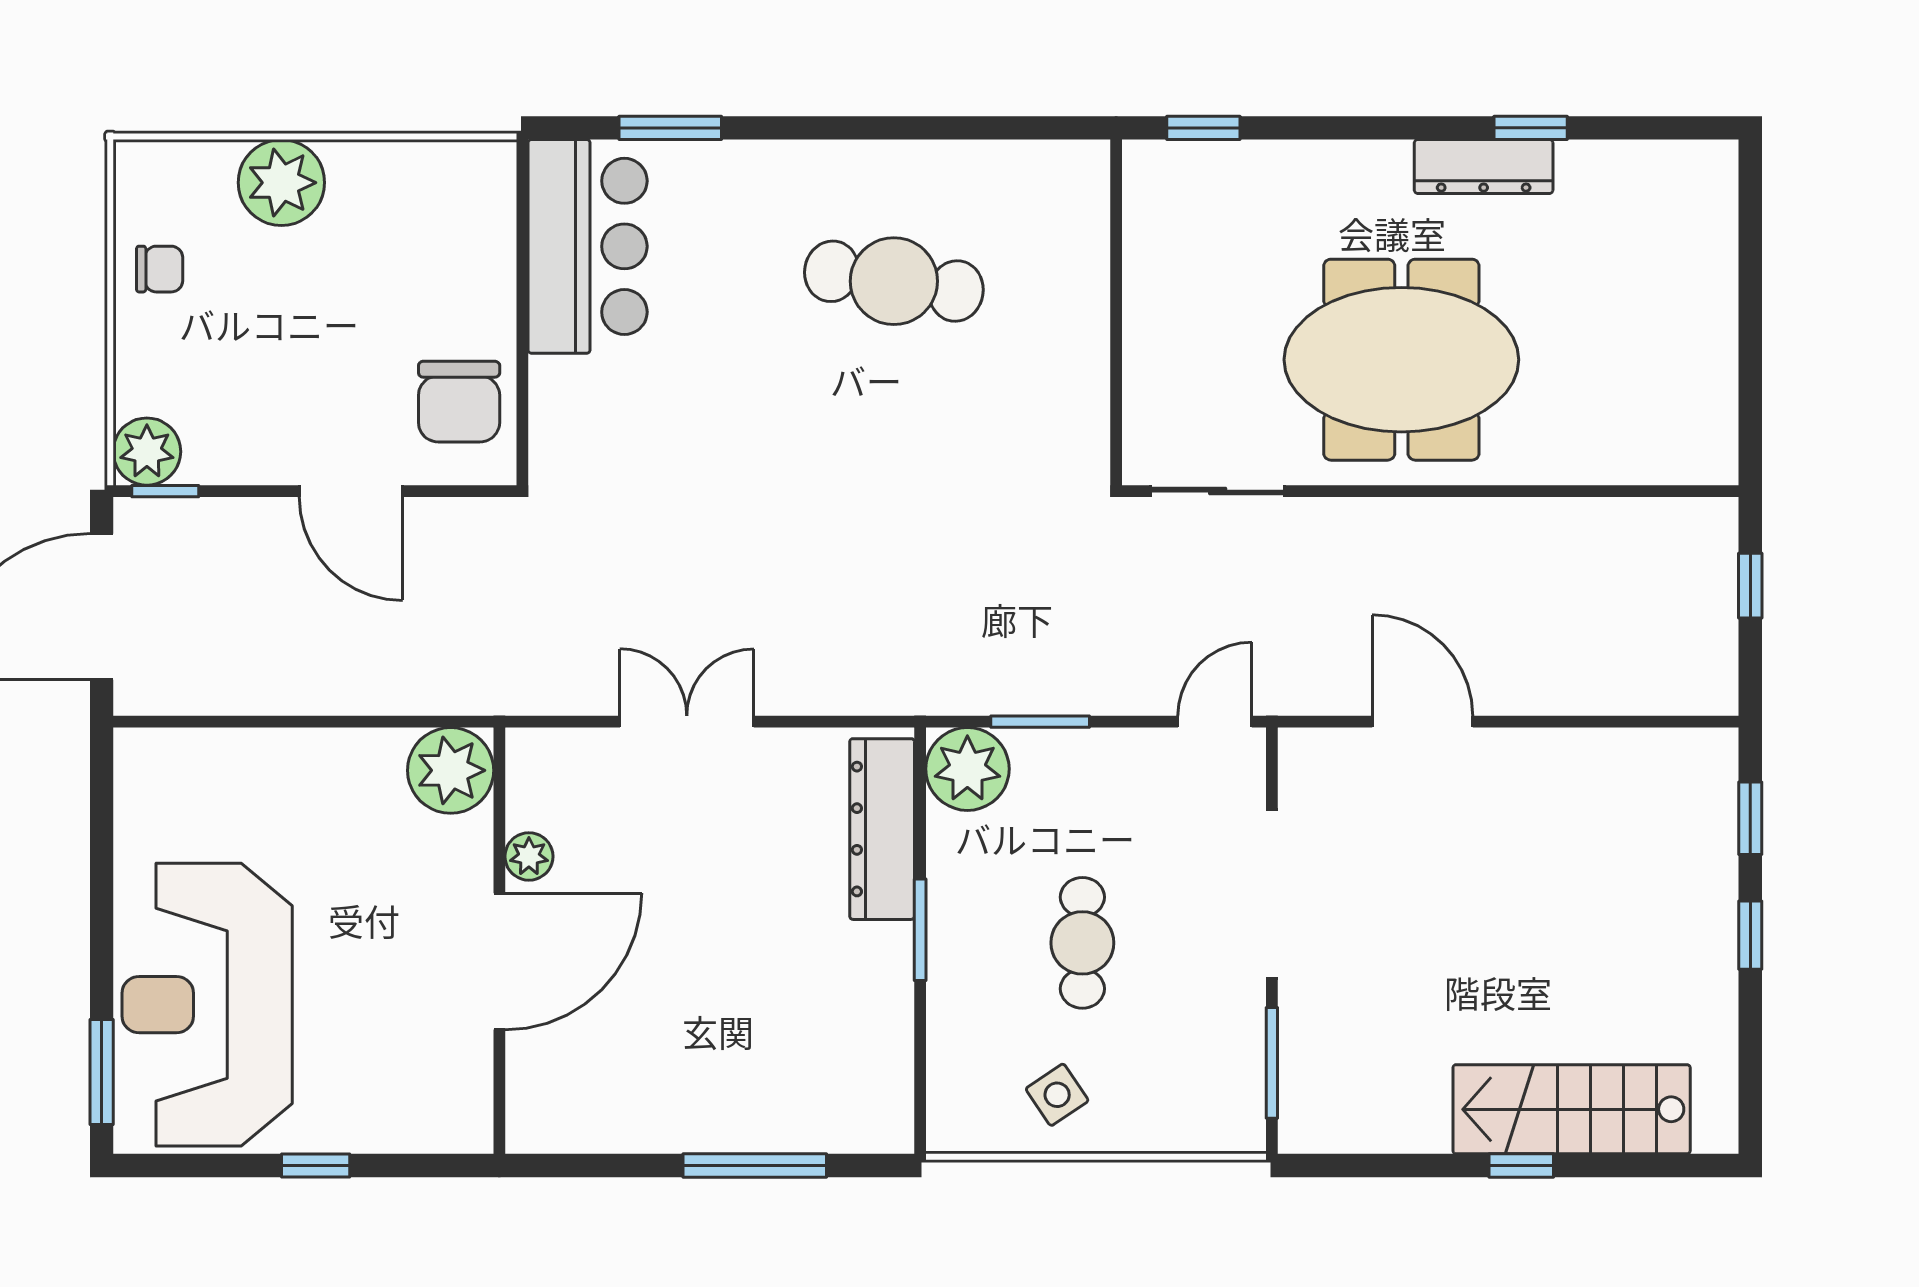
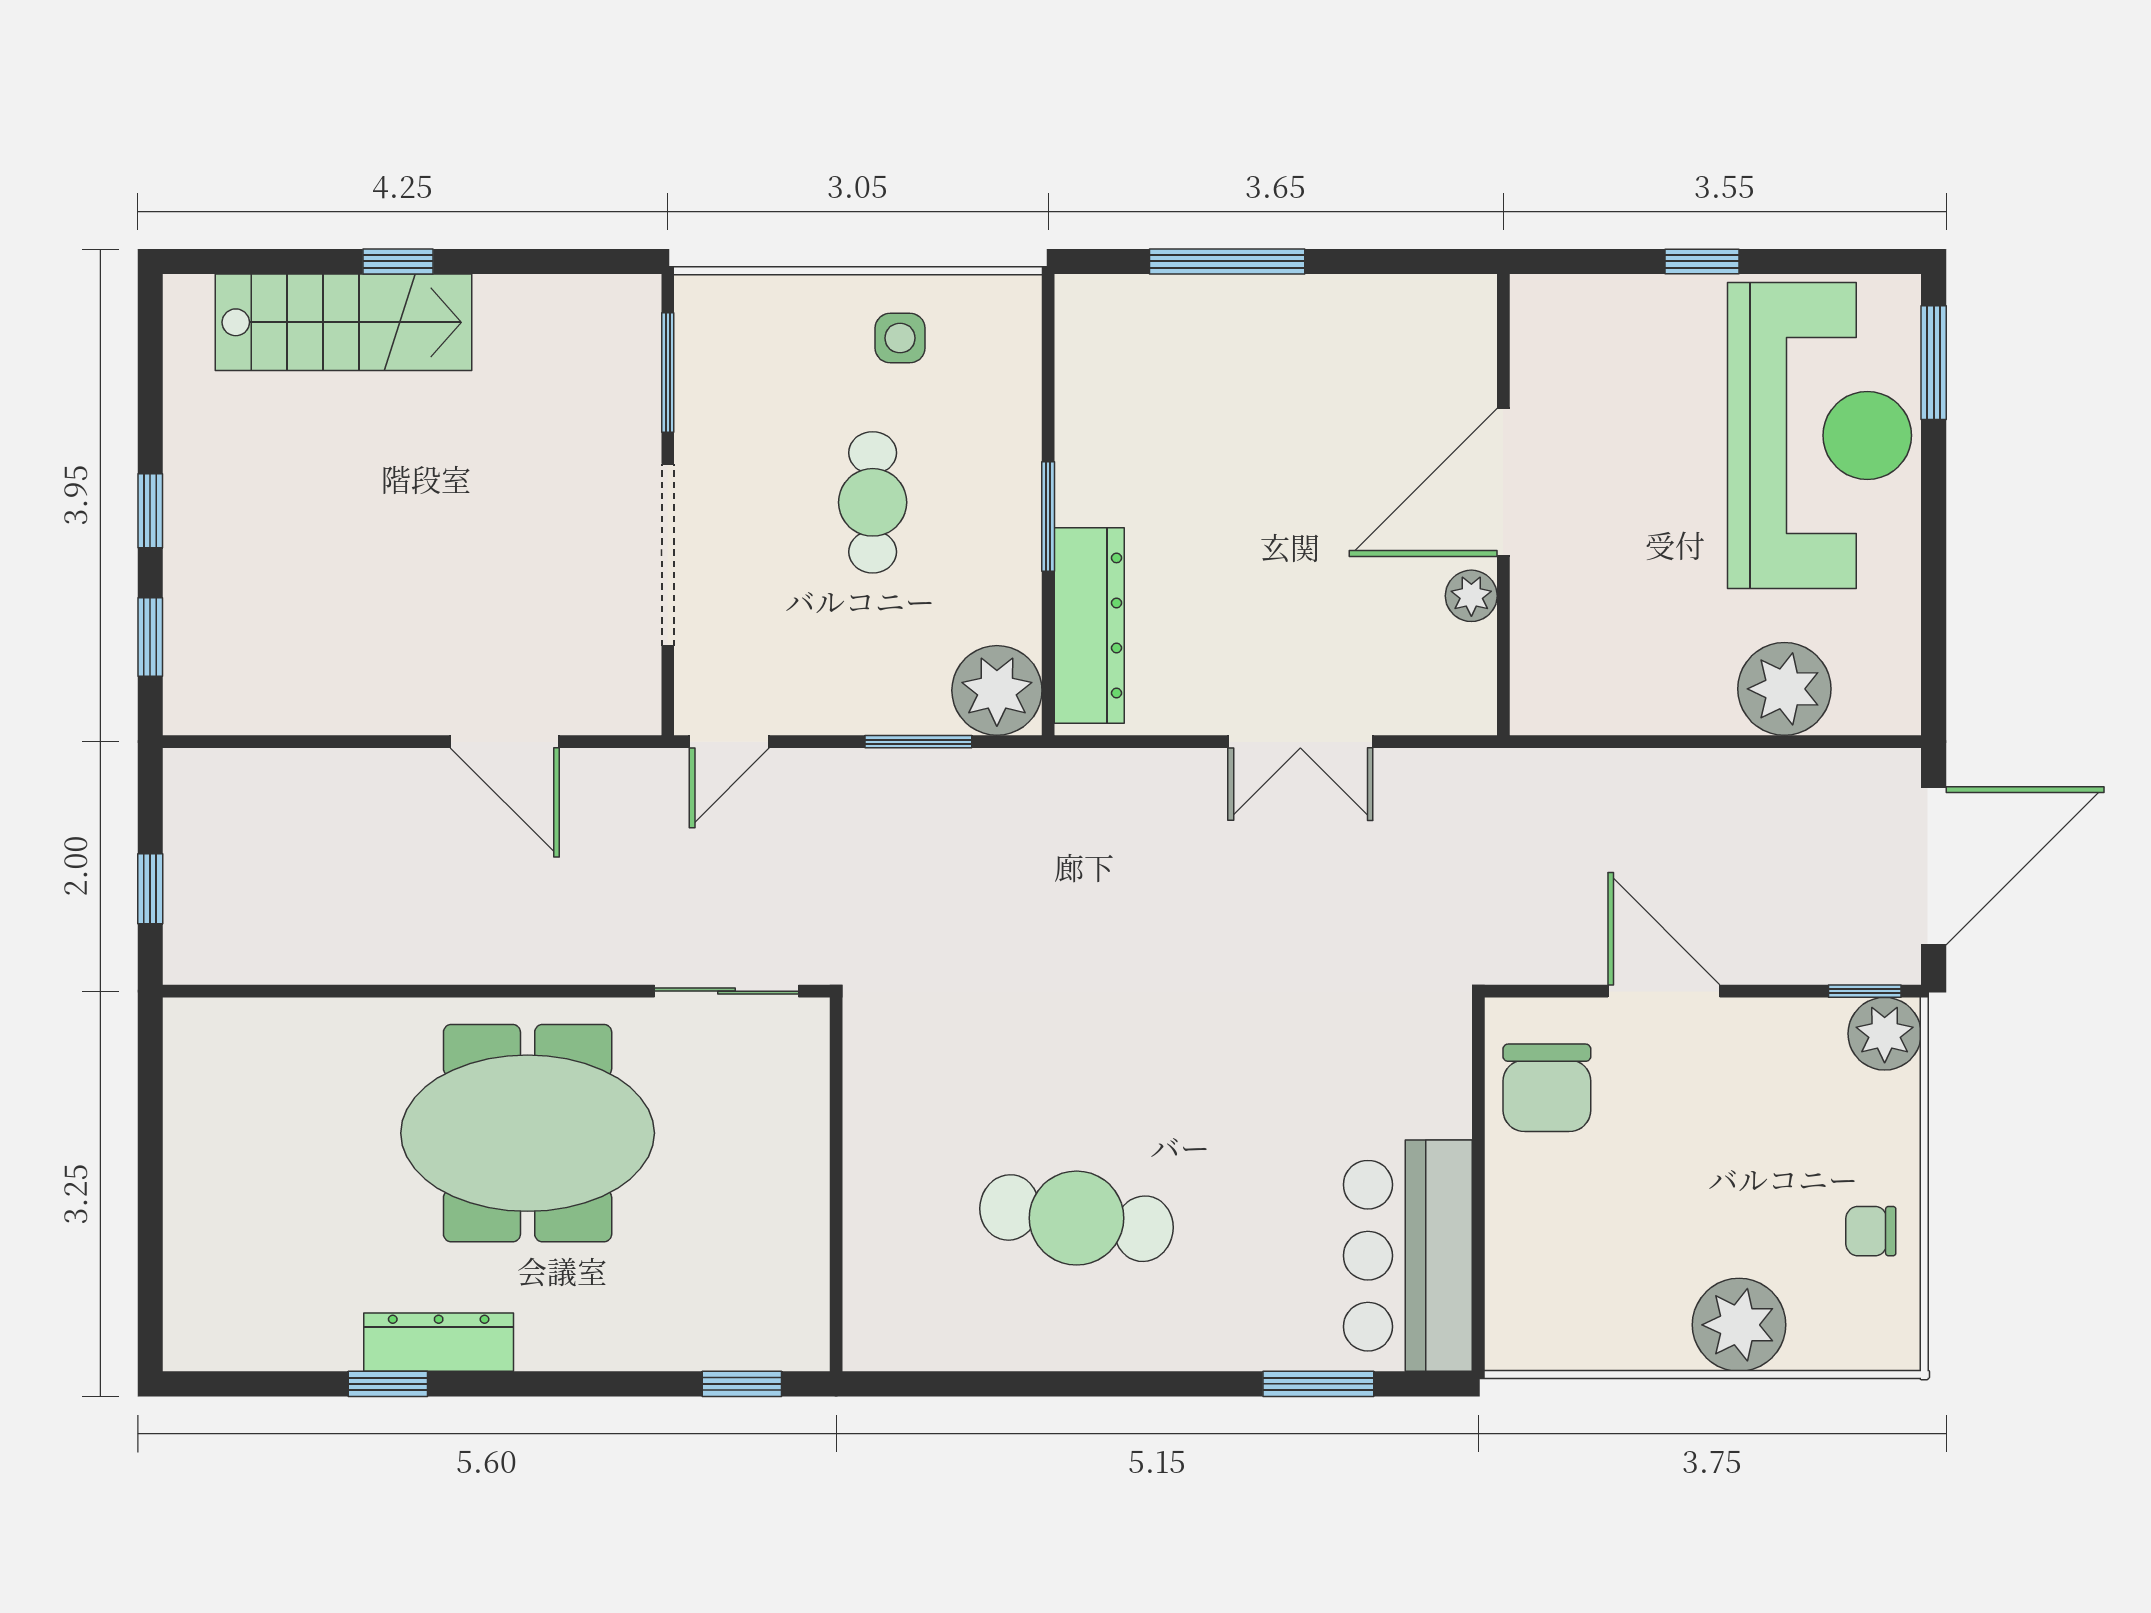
chair: (459, 402) -> (1547, 1088), turned 180
plant: (451, 770) -> (1784, 689), moved
side table: (1057, 1095) -> (900, 338), turned 34

